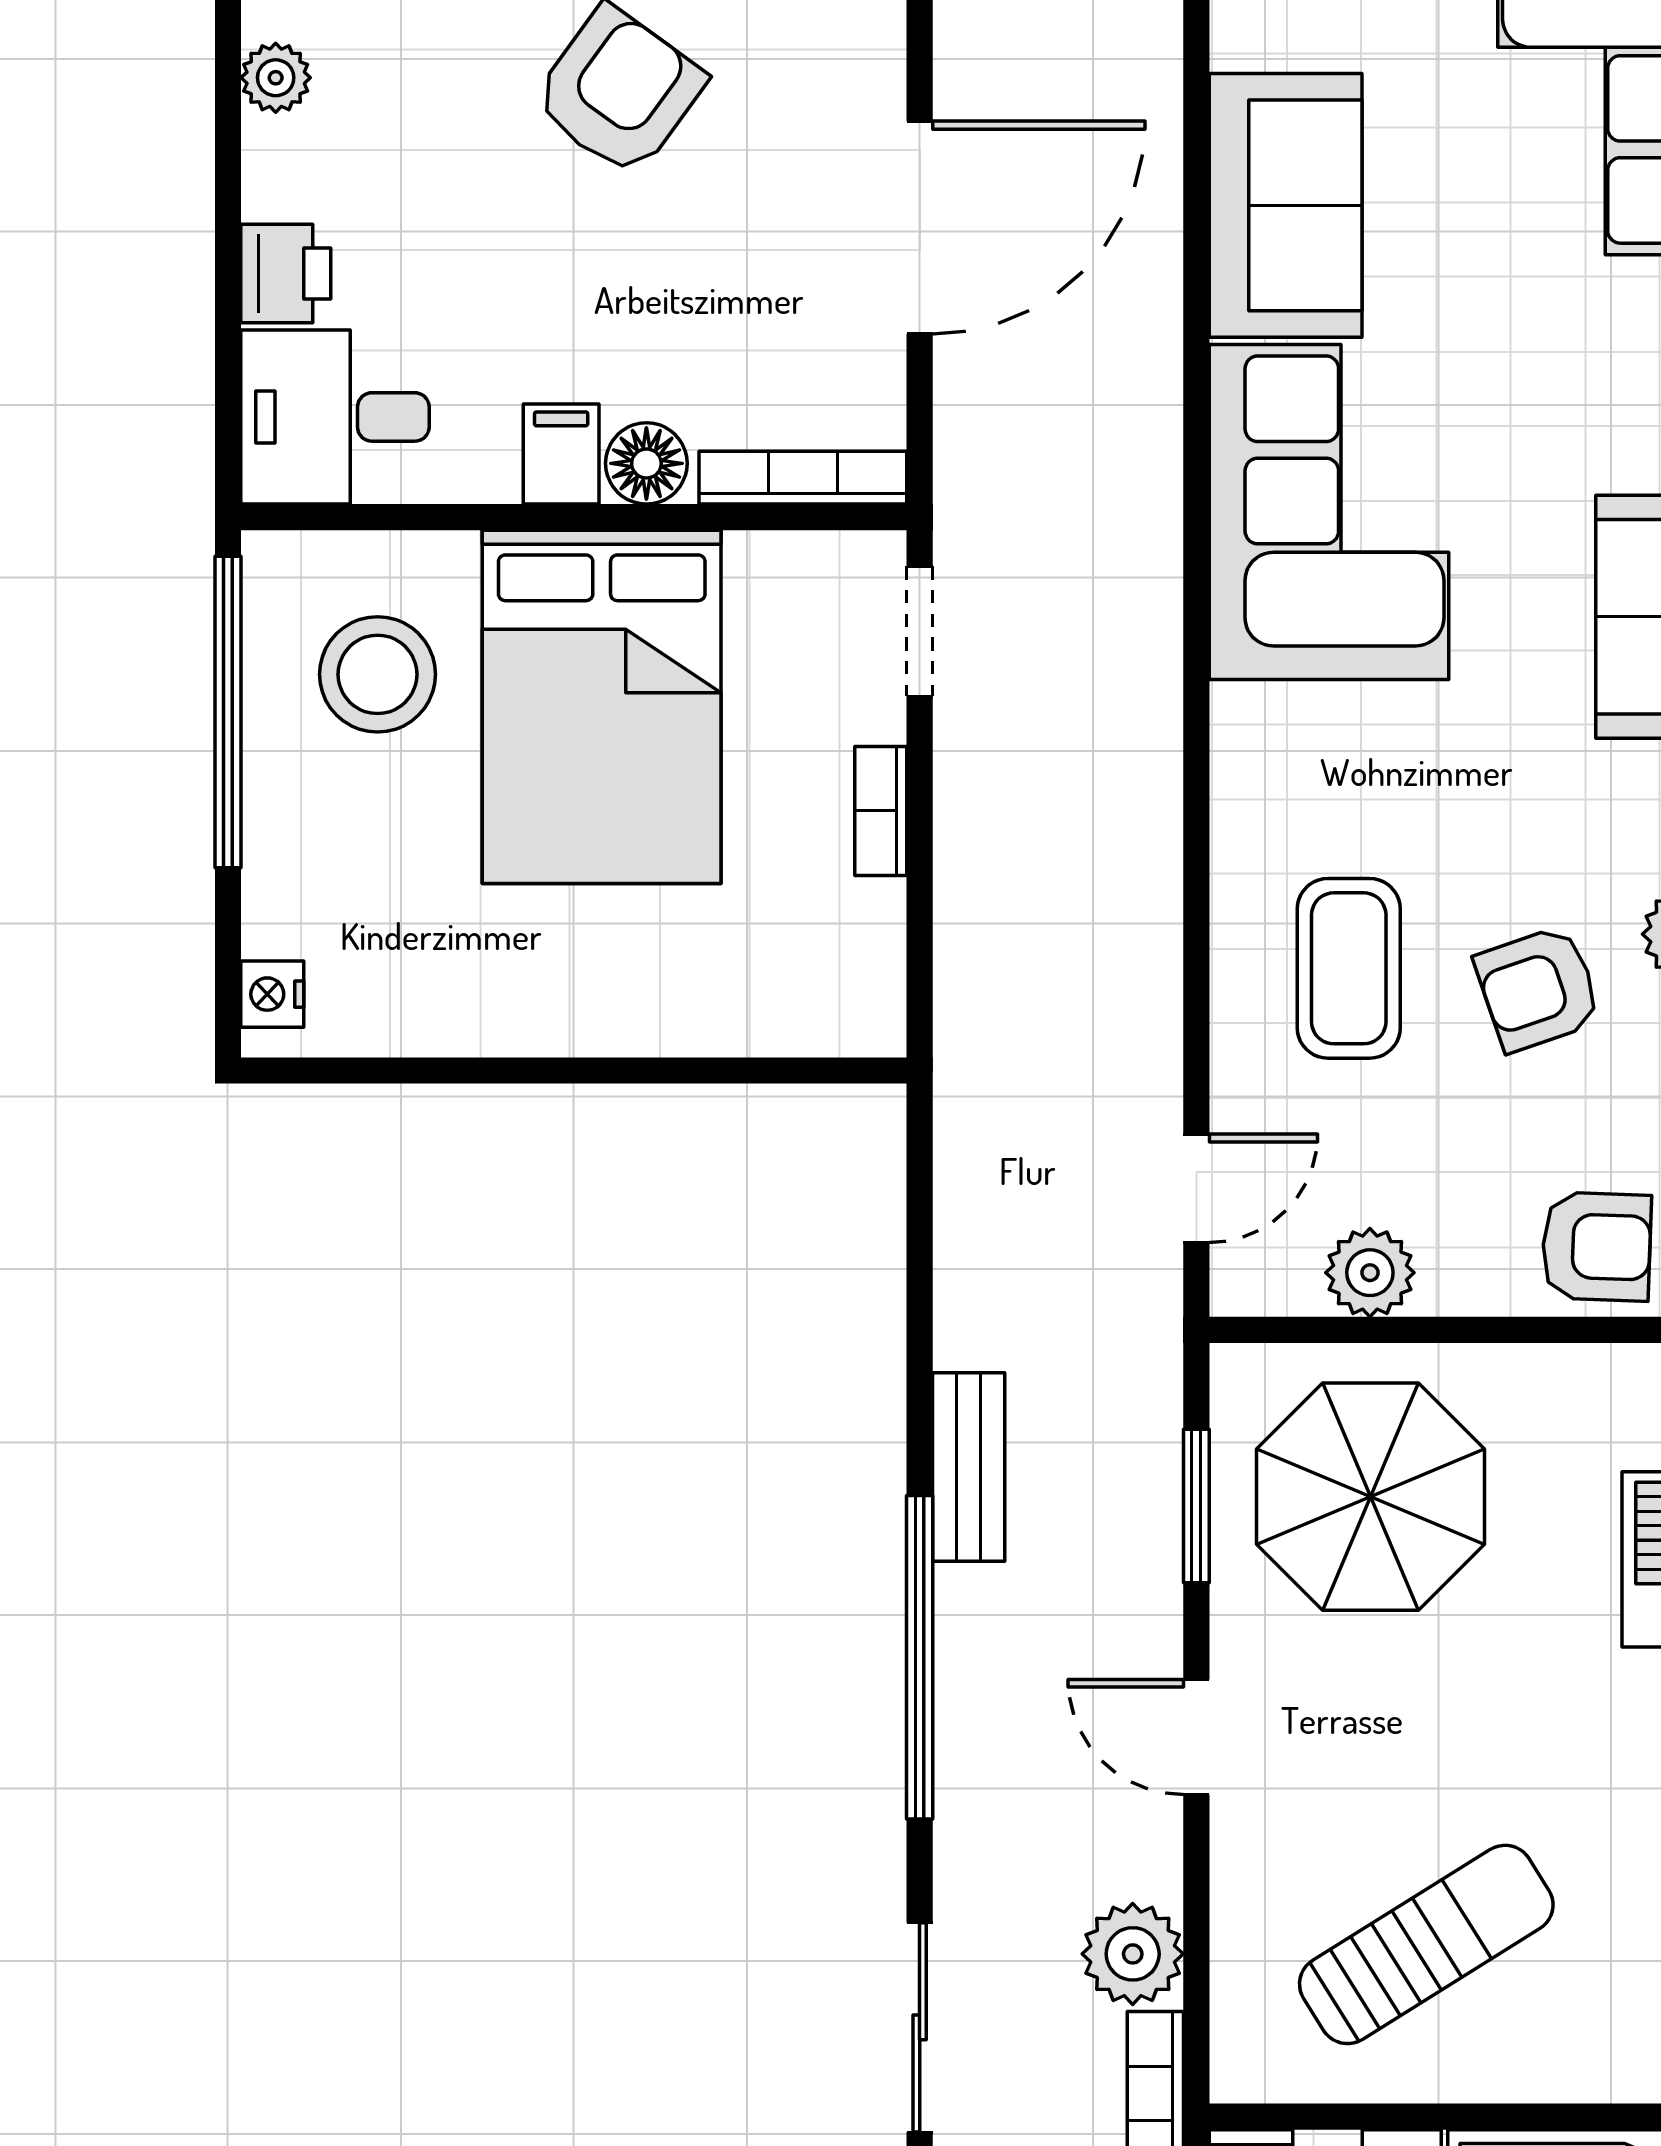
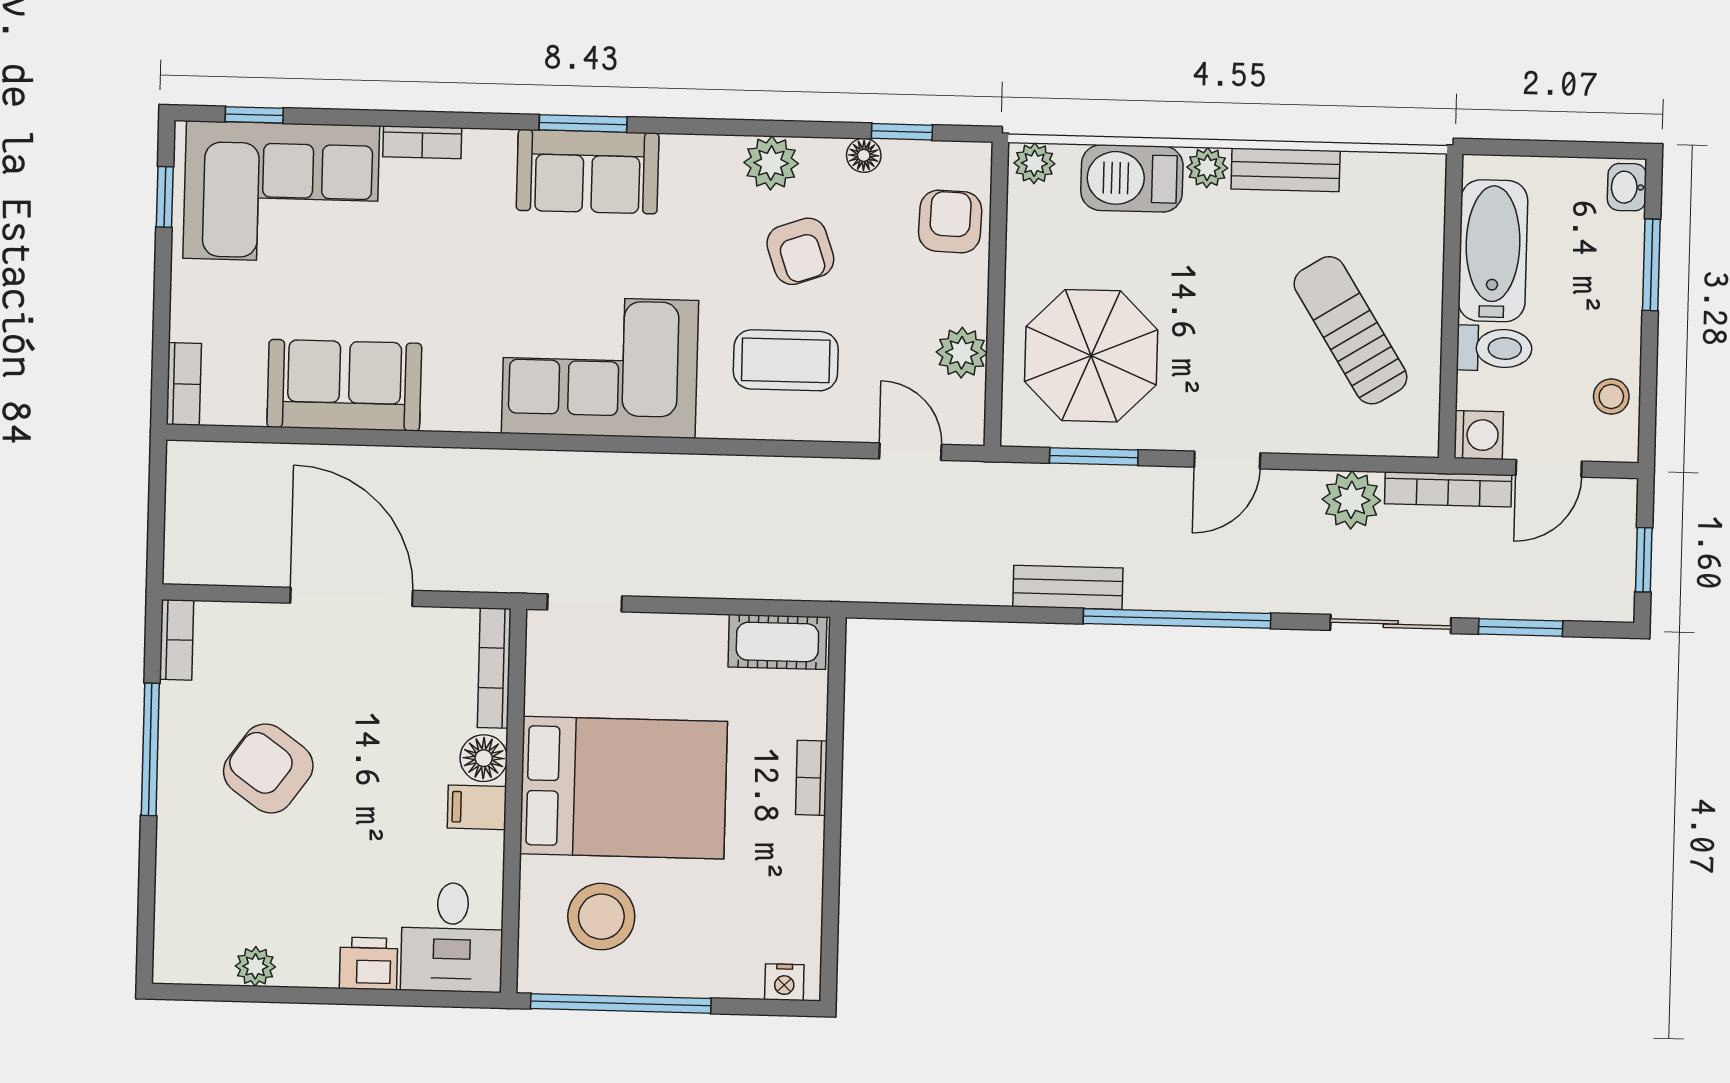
corner sofa: (1329, 512) -> (600, 367), moved
bookcase: (881, 811) -> (811, 778), moved, turned 90
cot: (861, 967) -> (777, 642), added

